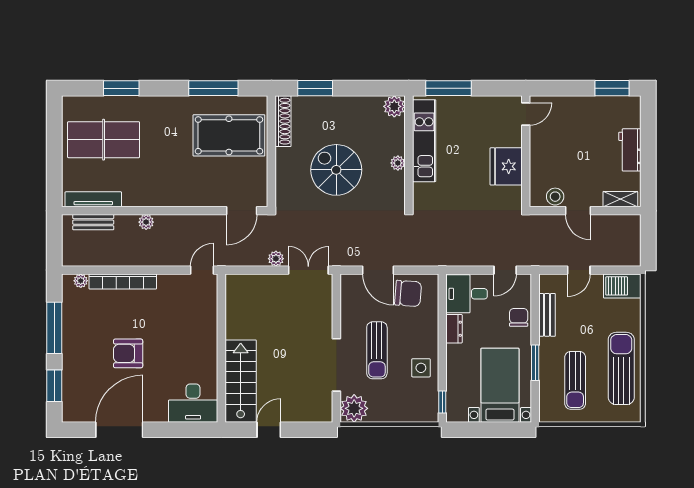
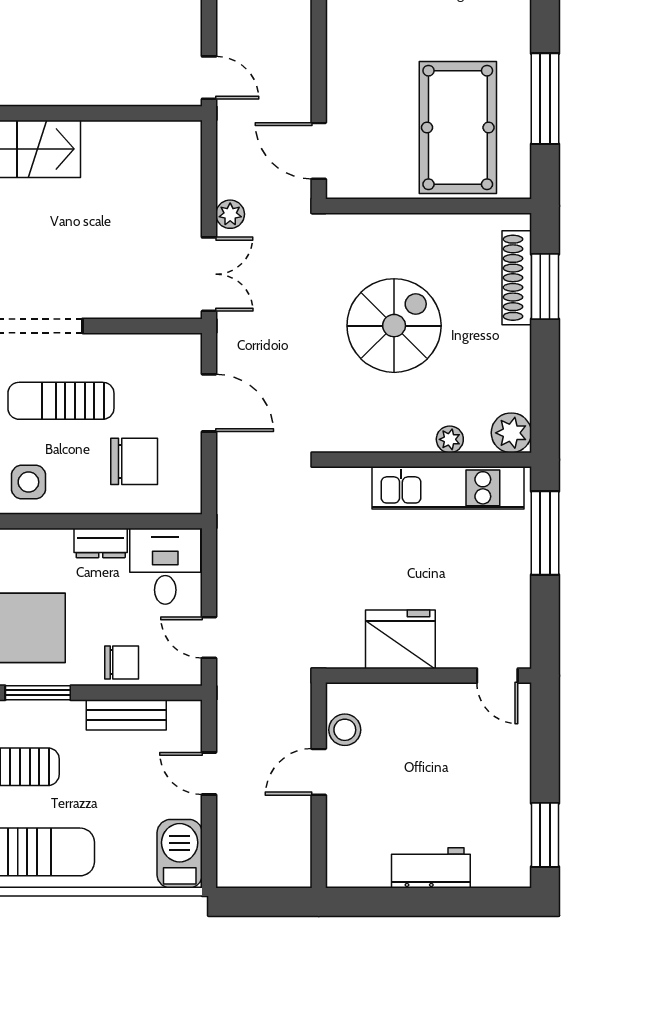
shoe rack: (283, 121) -> (517, 278), moved, turned 90
plant: (398, 163) -> (450, 439), moved
shelving: (620, 199) -> (340, 850), removed
door: (378, 270) -> (209, 403), swing flipped
chair: (408, 293) -> (134, 461), moved, turned -94

